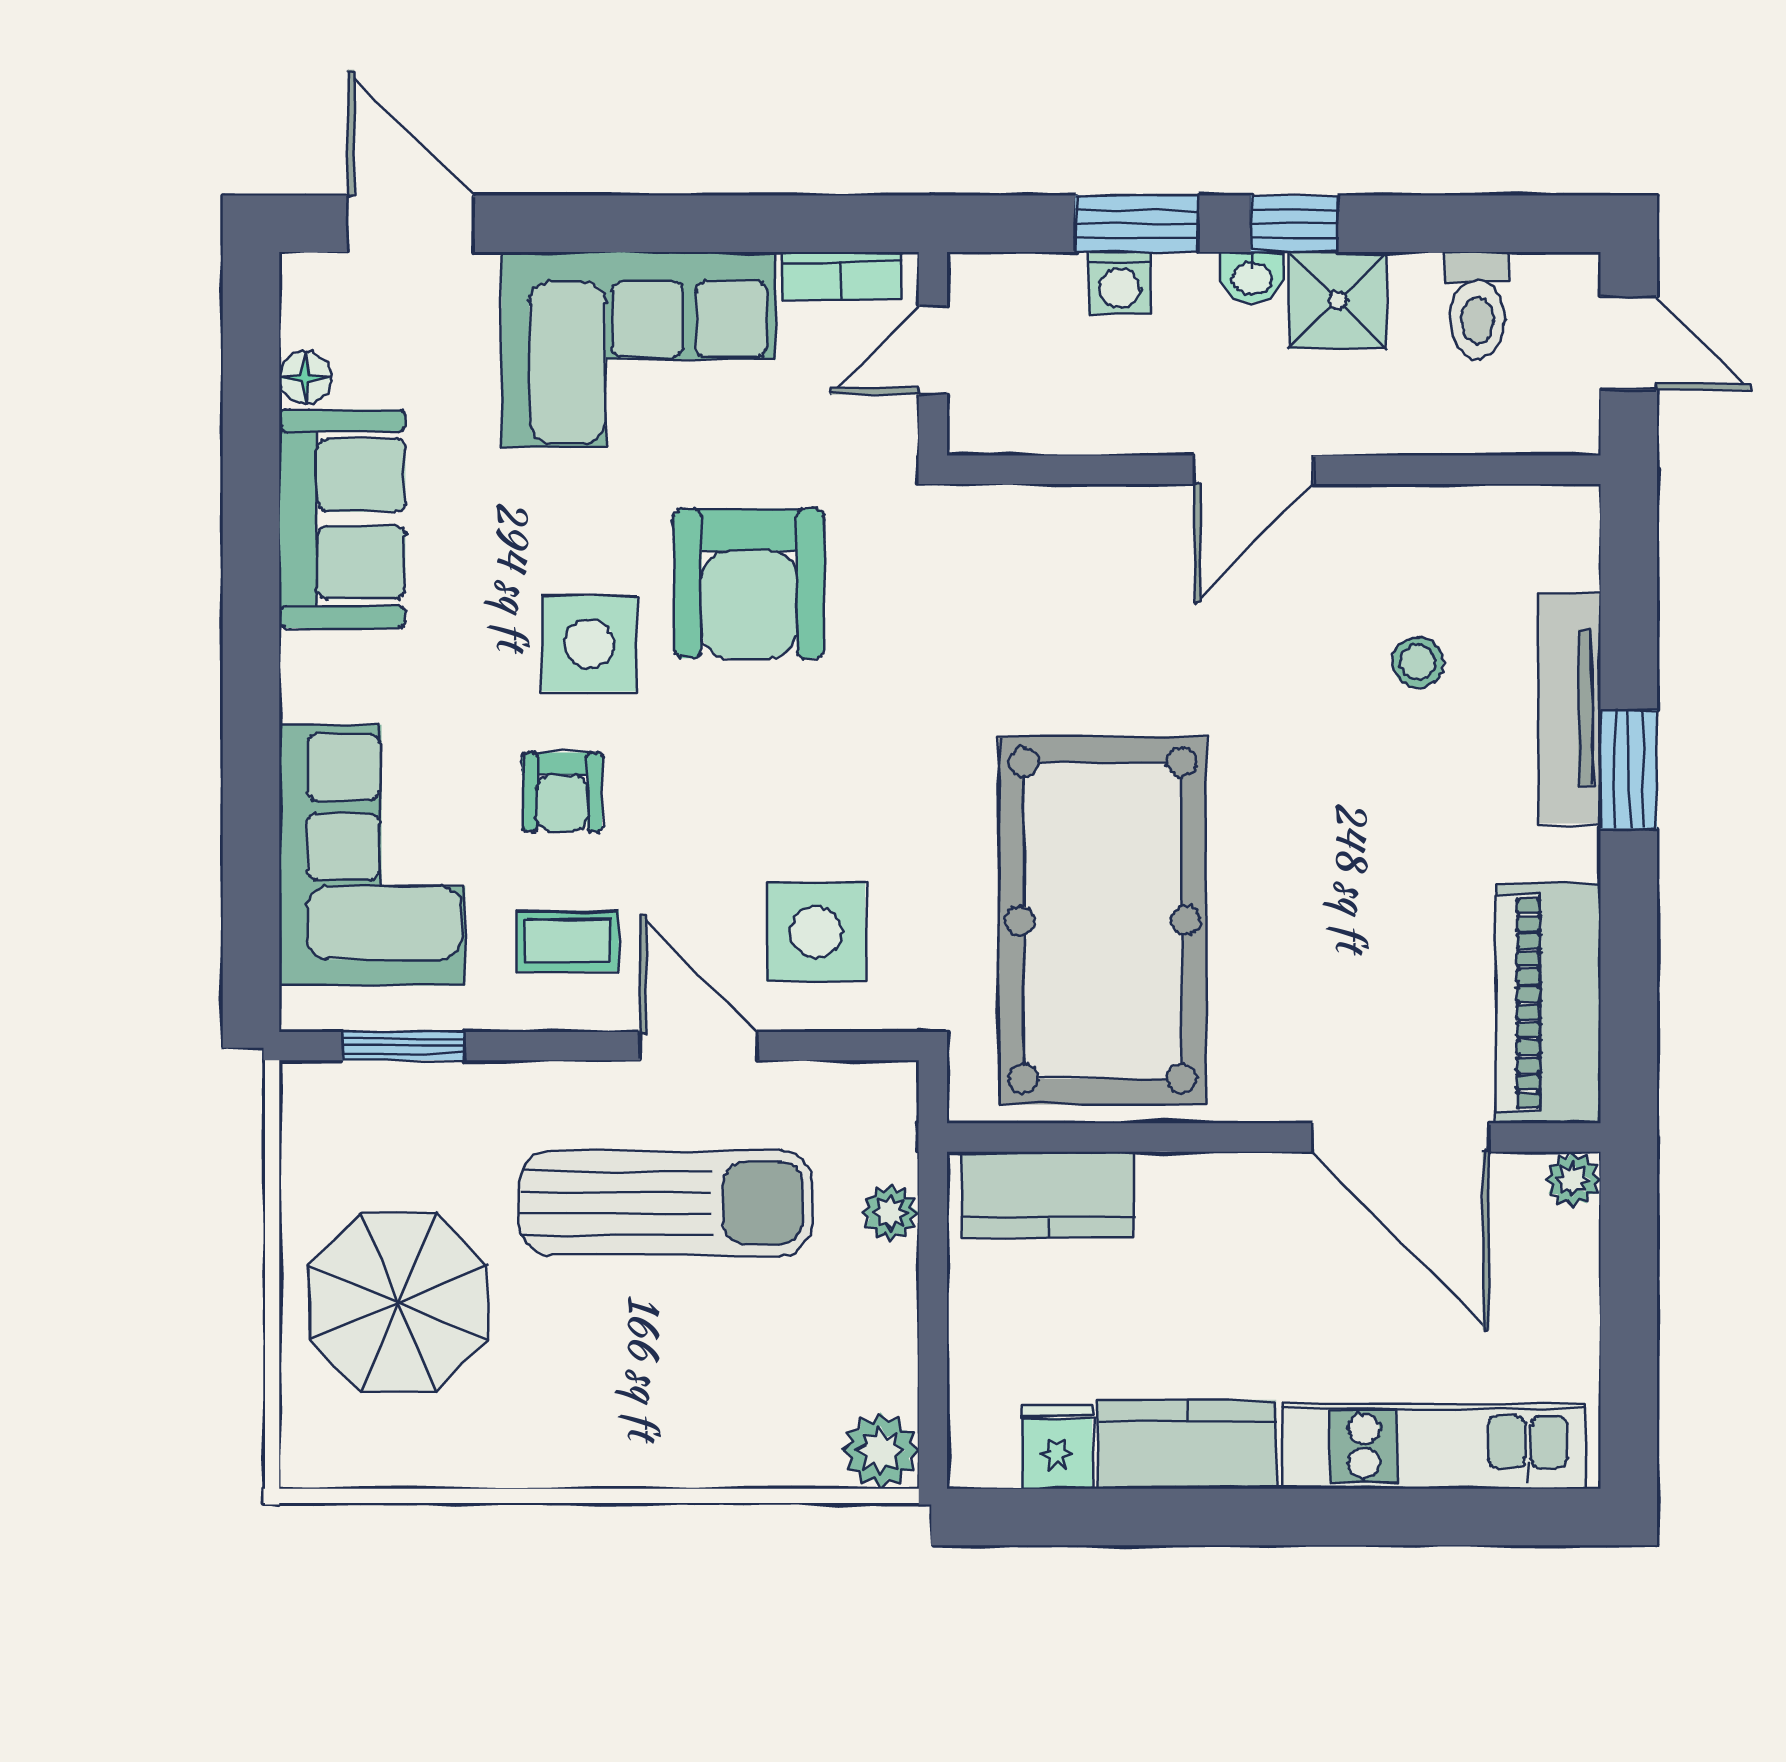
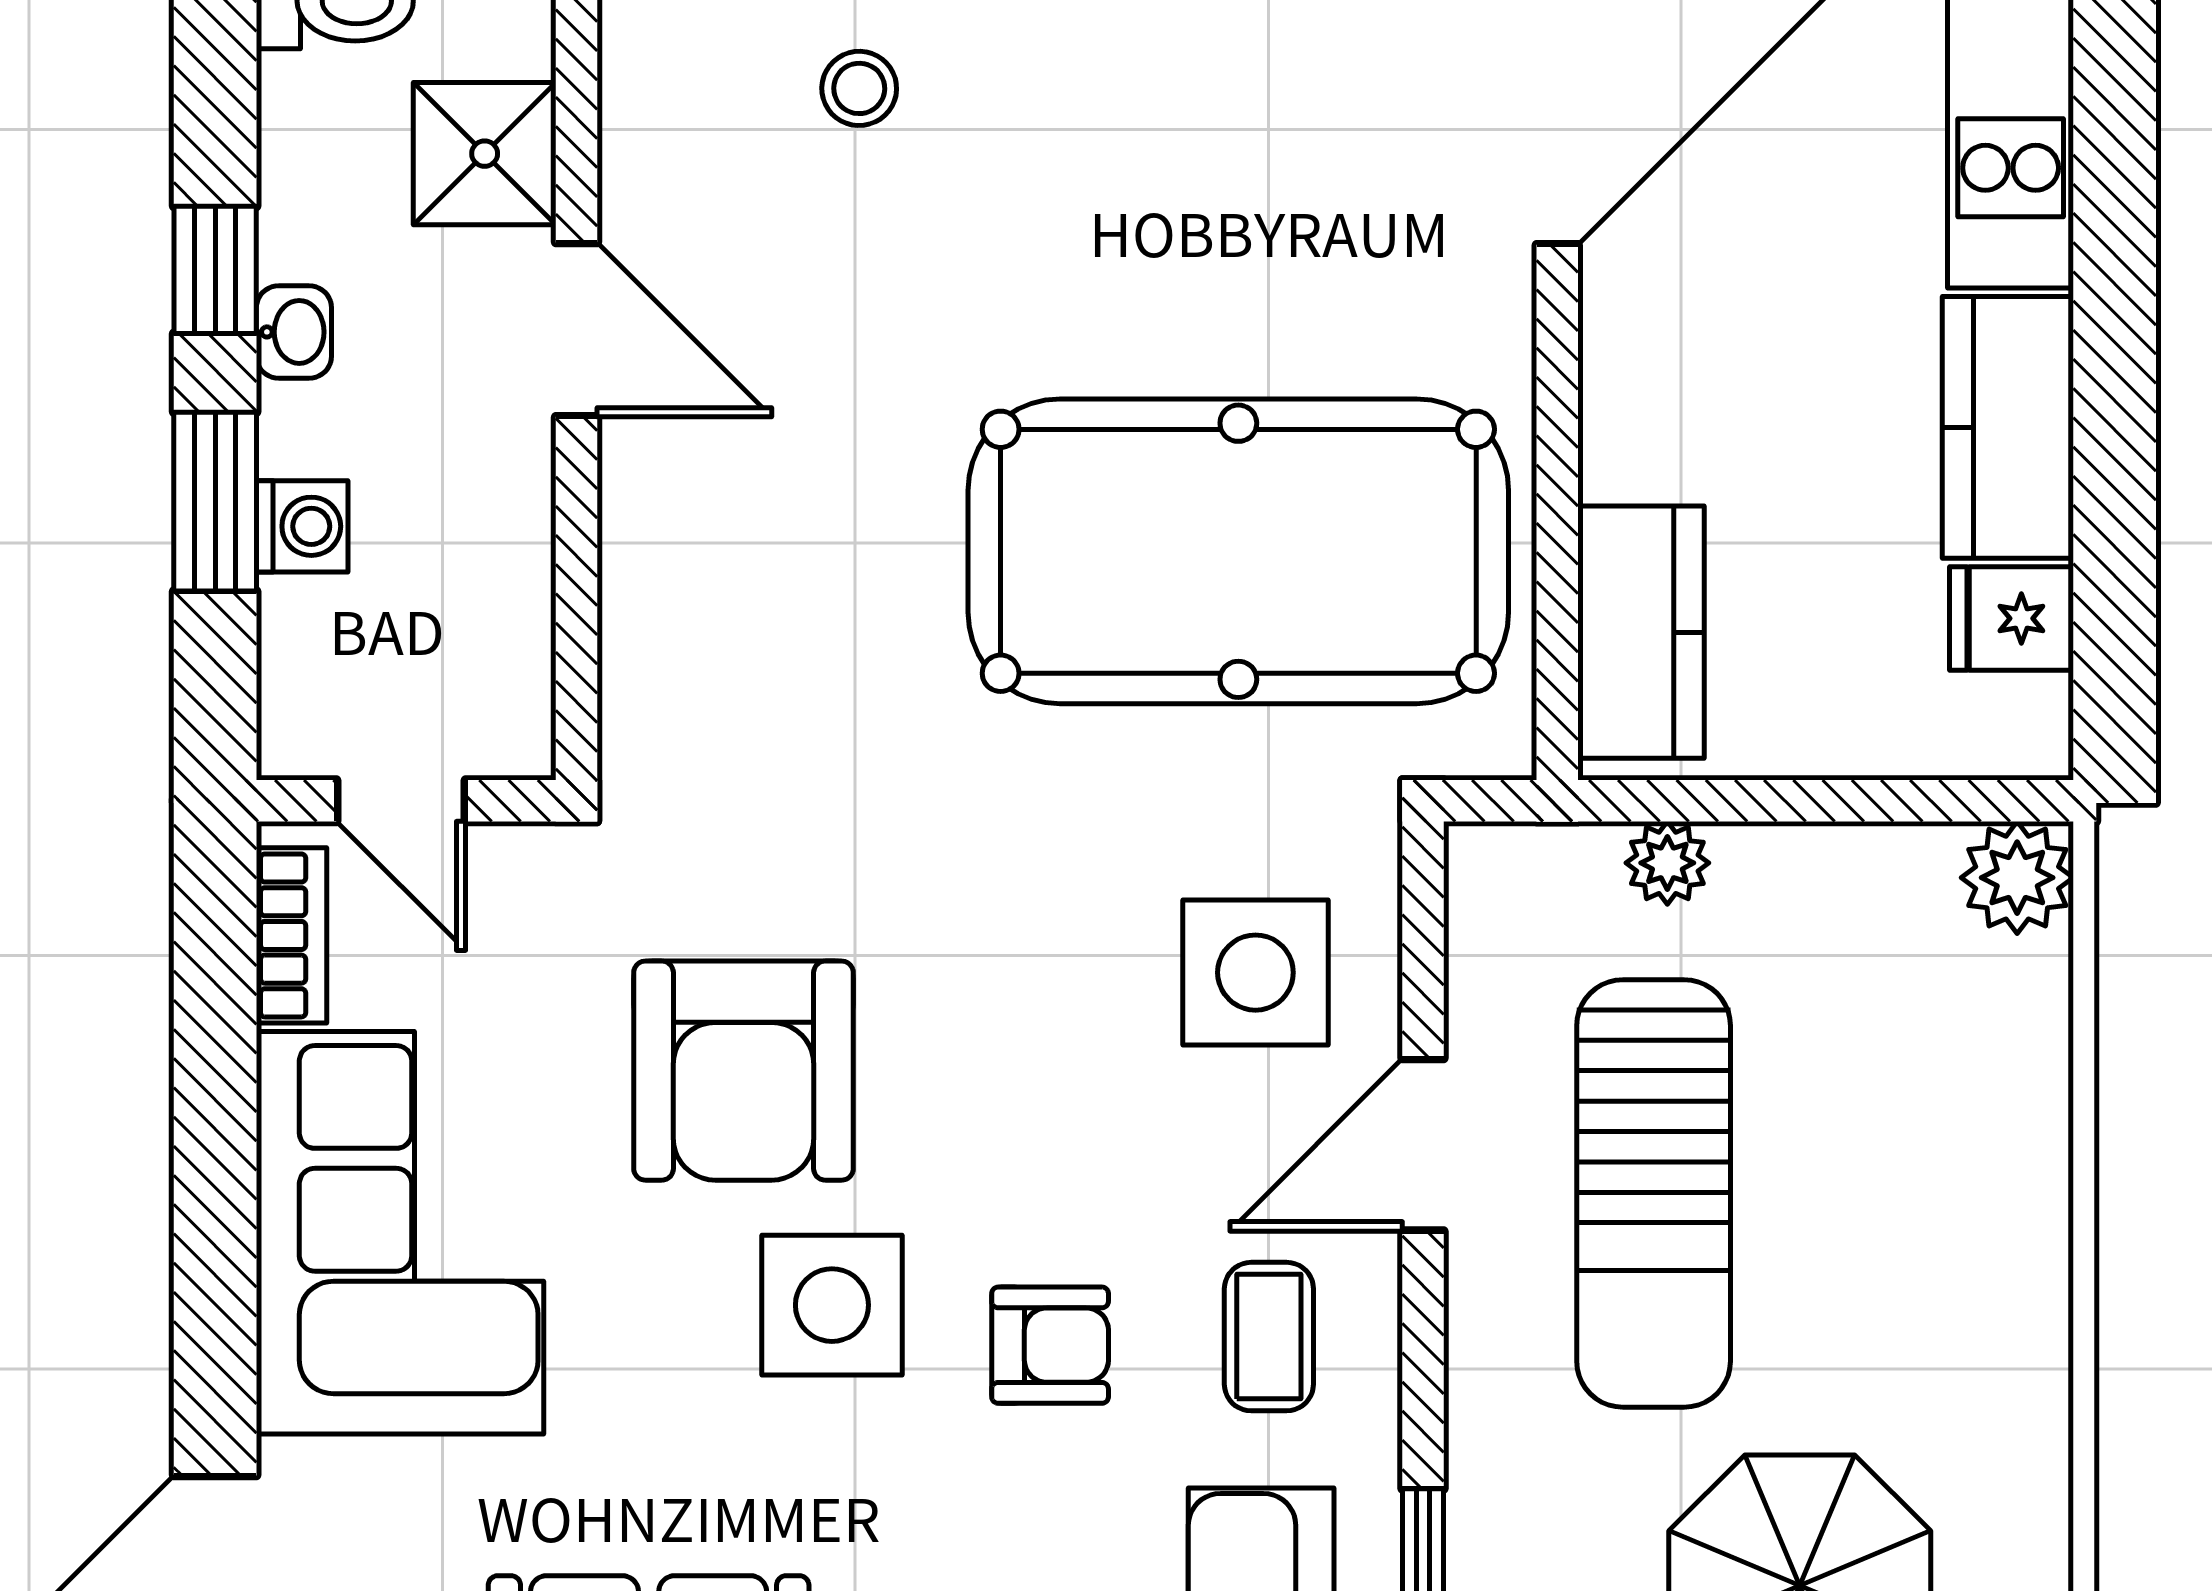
shower: (1338, 300) -> (485, 154), moved
armchair: (749, 583) -> (743, 1071), turned 90
sun lounger: (665, 1203) -> (1654, 1193), turned 180

